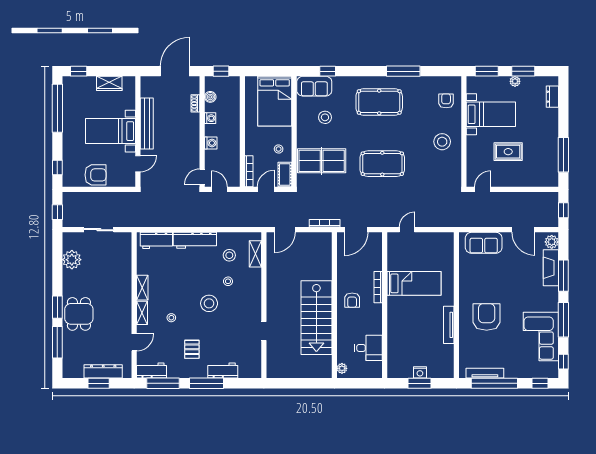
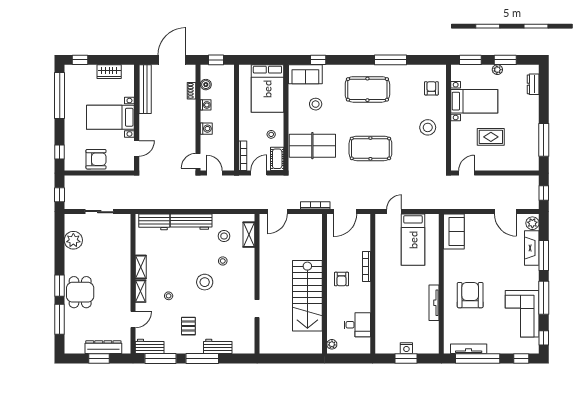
bench: (147, 123) -> (145, 89), moved
sofa: (484, 243) -> (454, 232), moved, turned -90
bed: (414, 283) -> (413, 240), moved, turned 90

